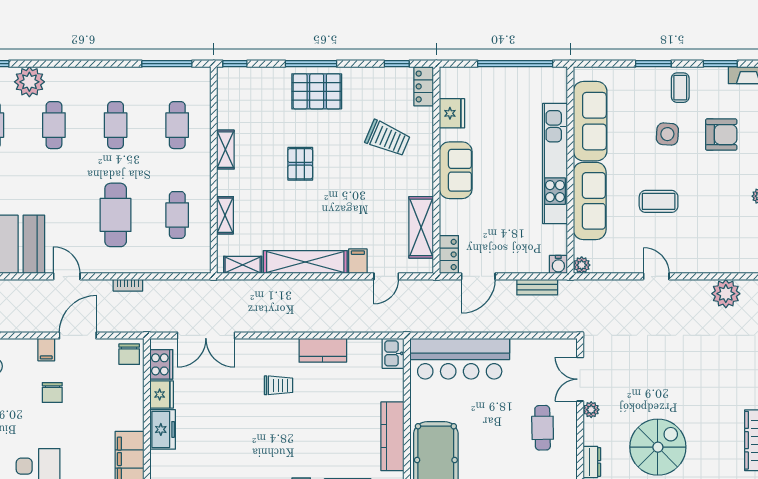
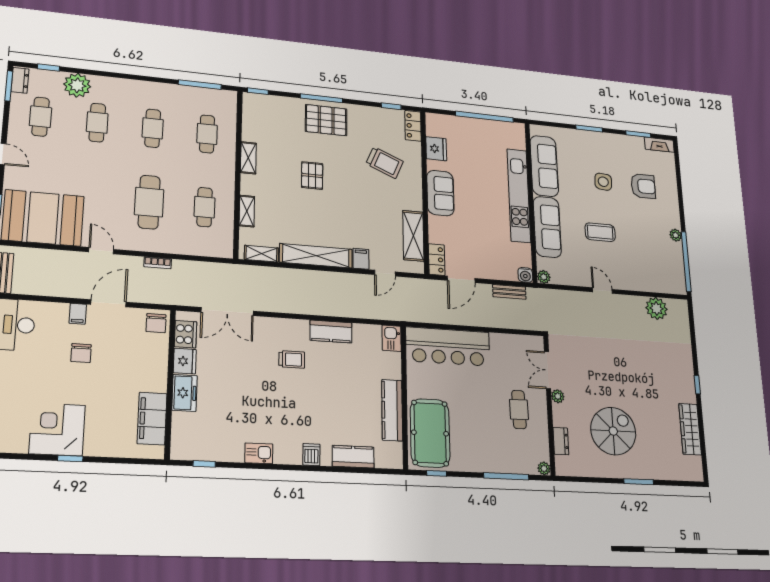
coffee table: (680, 88) -> (610, 148), removed

